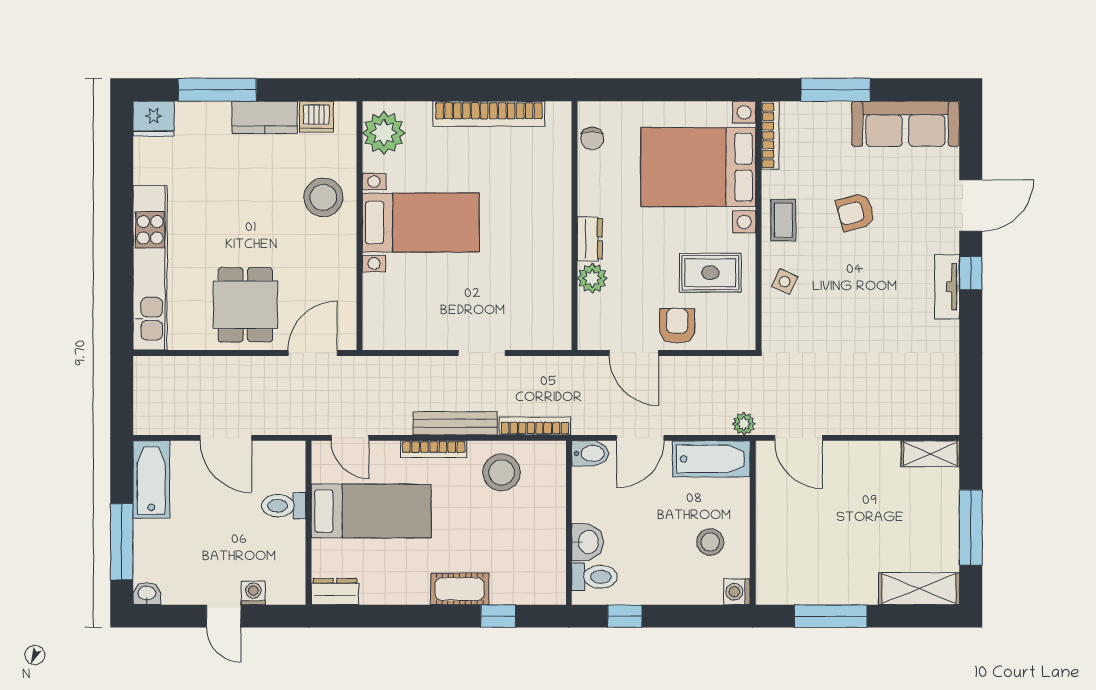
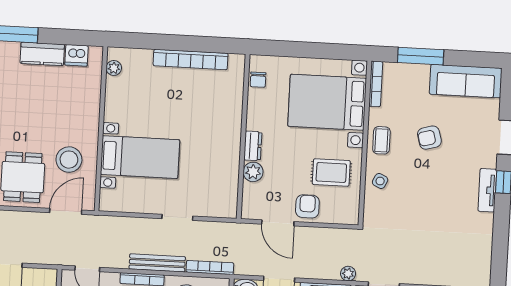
plant: (384, 133) -> (114, 68), width x0.53, depth x0.53
stool: (323, 197) -> (69, 160), moved
bed with nightstands: (421, 223) -> (140, 157), moved

